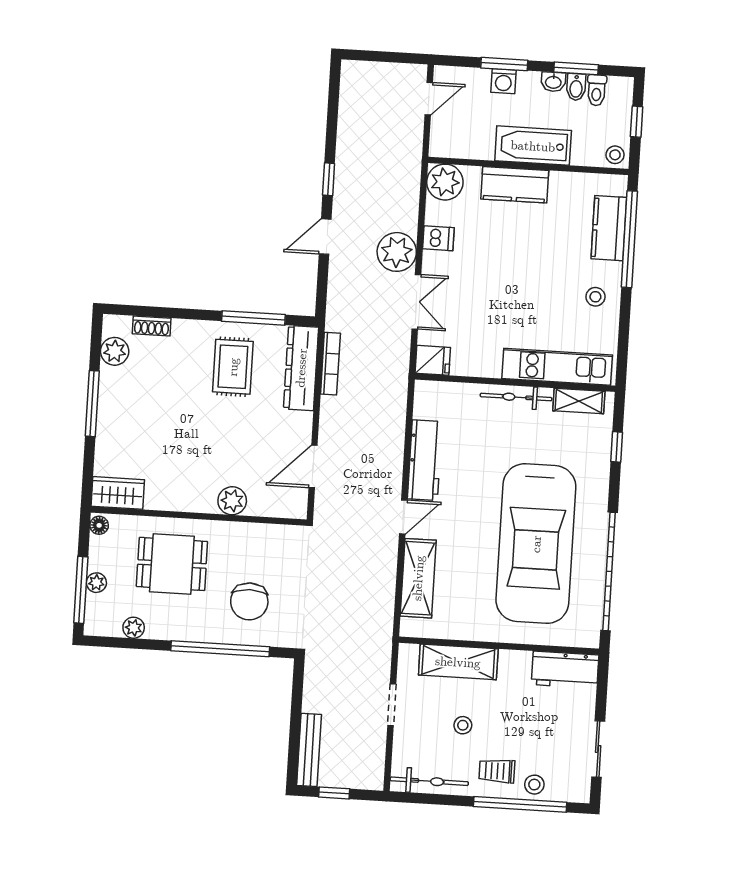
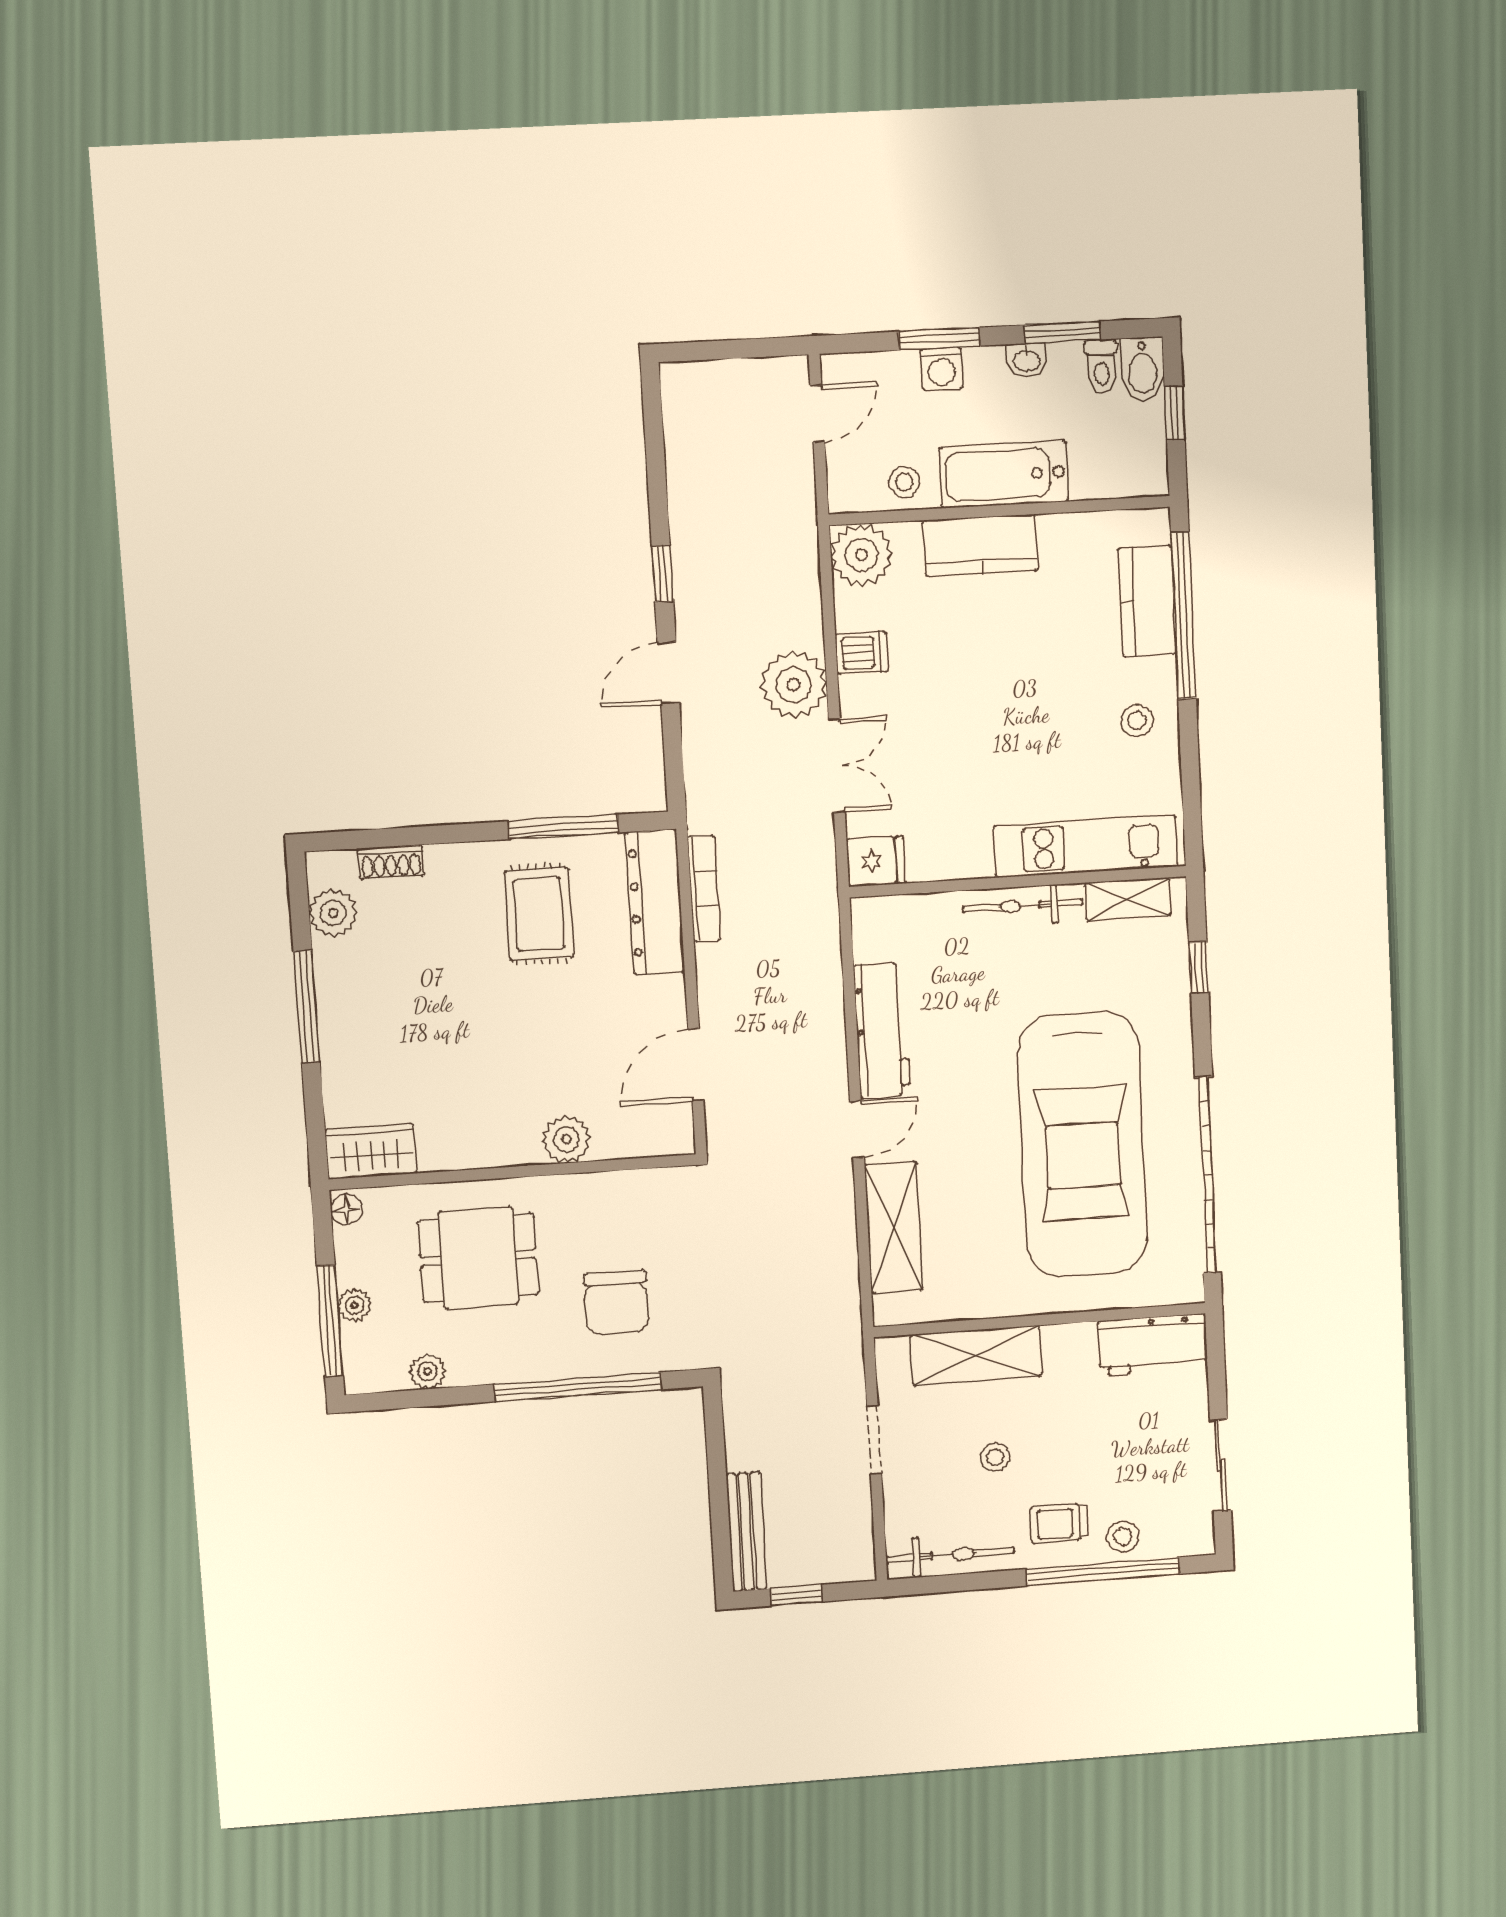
bidet: (576, 87) -> (1143, 369), moved, width x1.38, depth x1.36
stool: (615, 155) -> (904, 482), moved

